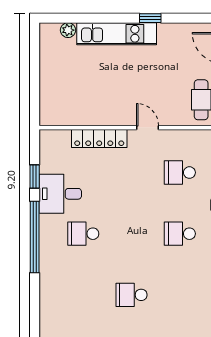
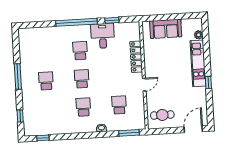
sofa: (55, 86) -> (166, 29), added
school desk: (132, 234) -> (82, 79), added

